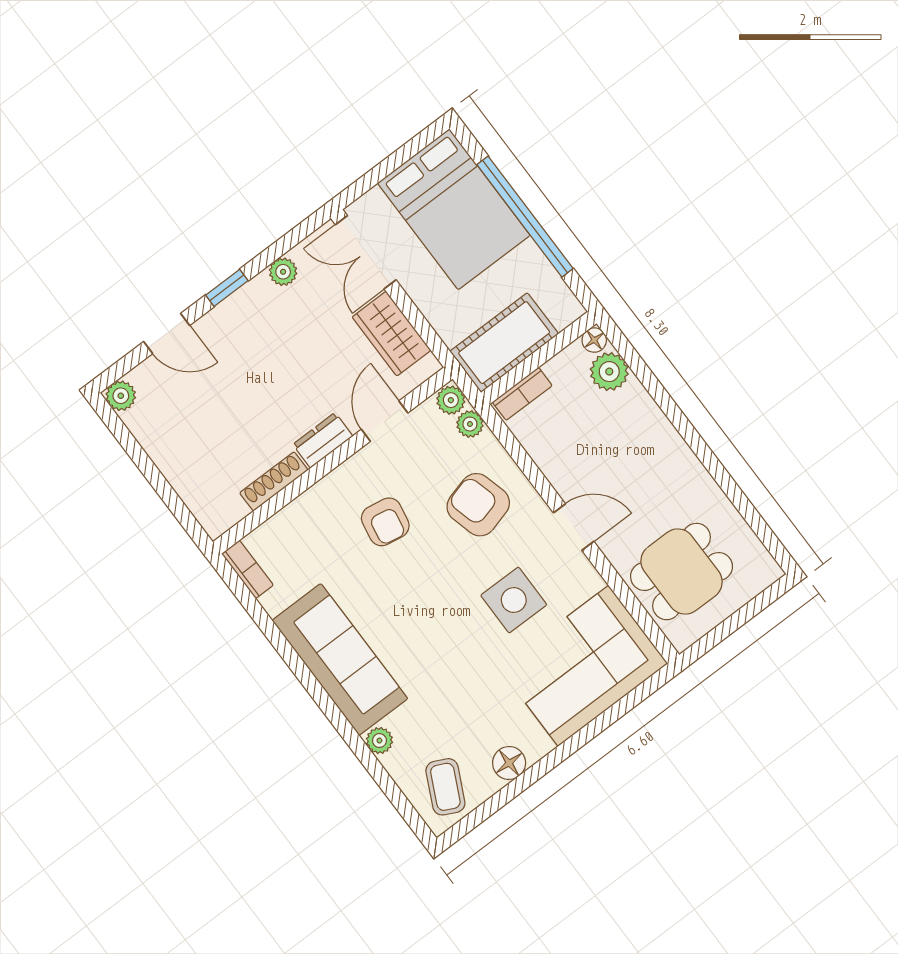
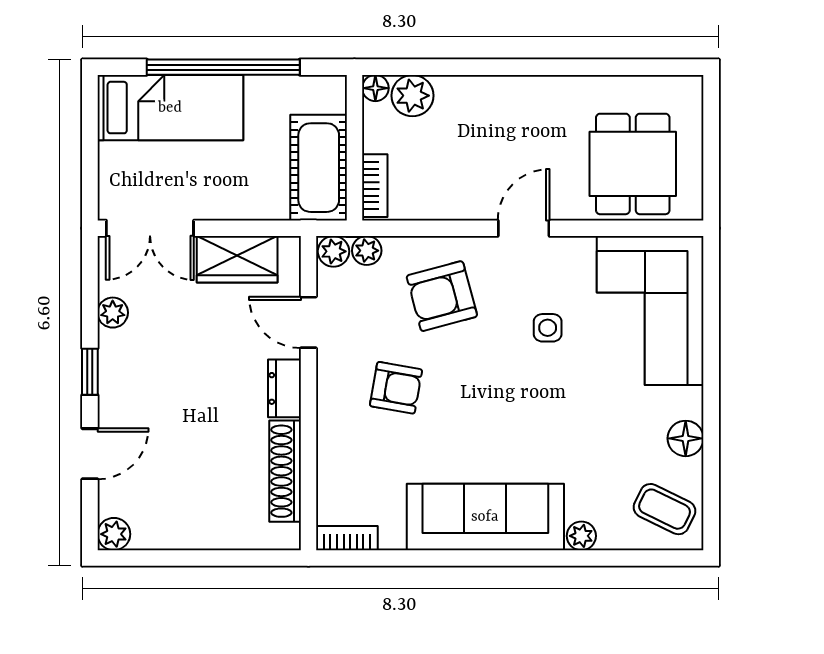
bed: (454, 209) -> (170, 108), width x0.67
shoe rack: (274, 481) -> (285, 471), width x1.36, depth x1.24
side table: (514, 600) -> (548, 328), width x0.54, depth x0.54

